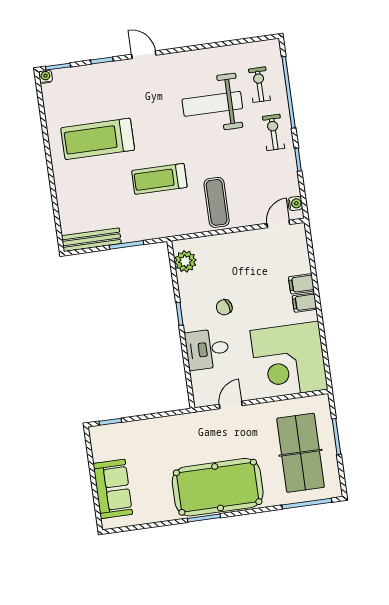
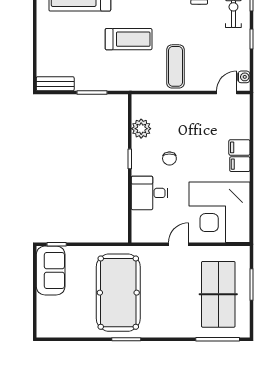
treadmill: (159, 179) -> (129, 39), turned 180
bench: (91, 240) -> (55, 84), width x0.73
plant: (185, 261) -> (141, 129), moved
chair: (224, 307) -> (169, 158), turned -72
door: (231, 405) -> (179, 244), moved
pool table: (218, 487) -> (118, 293), moved, turned 90
sofa: (113, 489) -> (51, 271), moved

